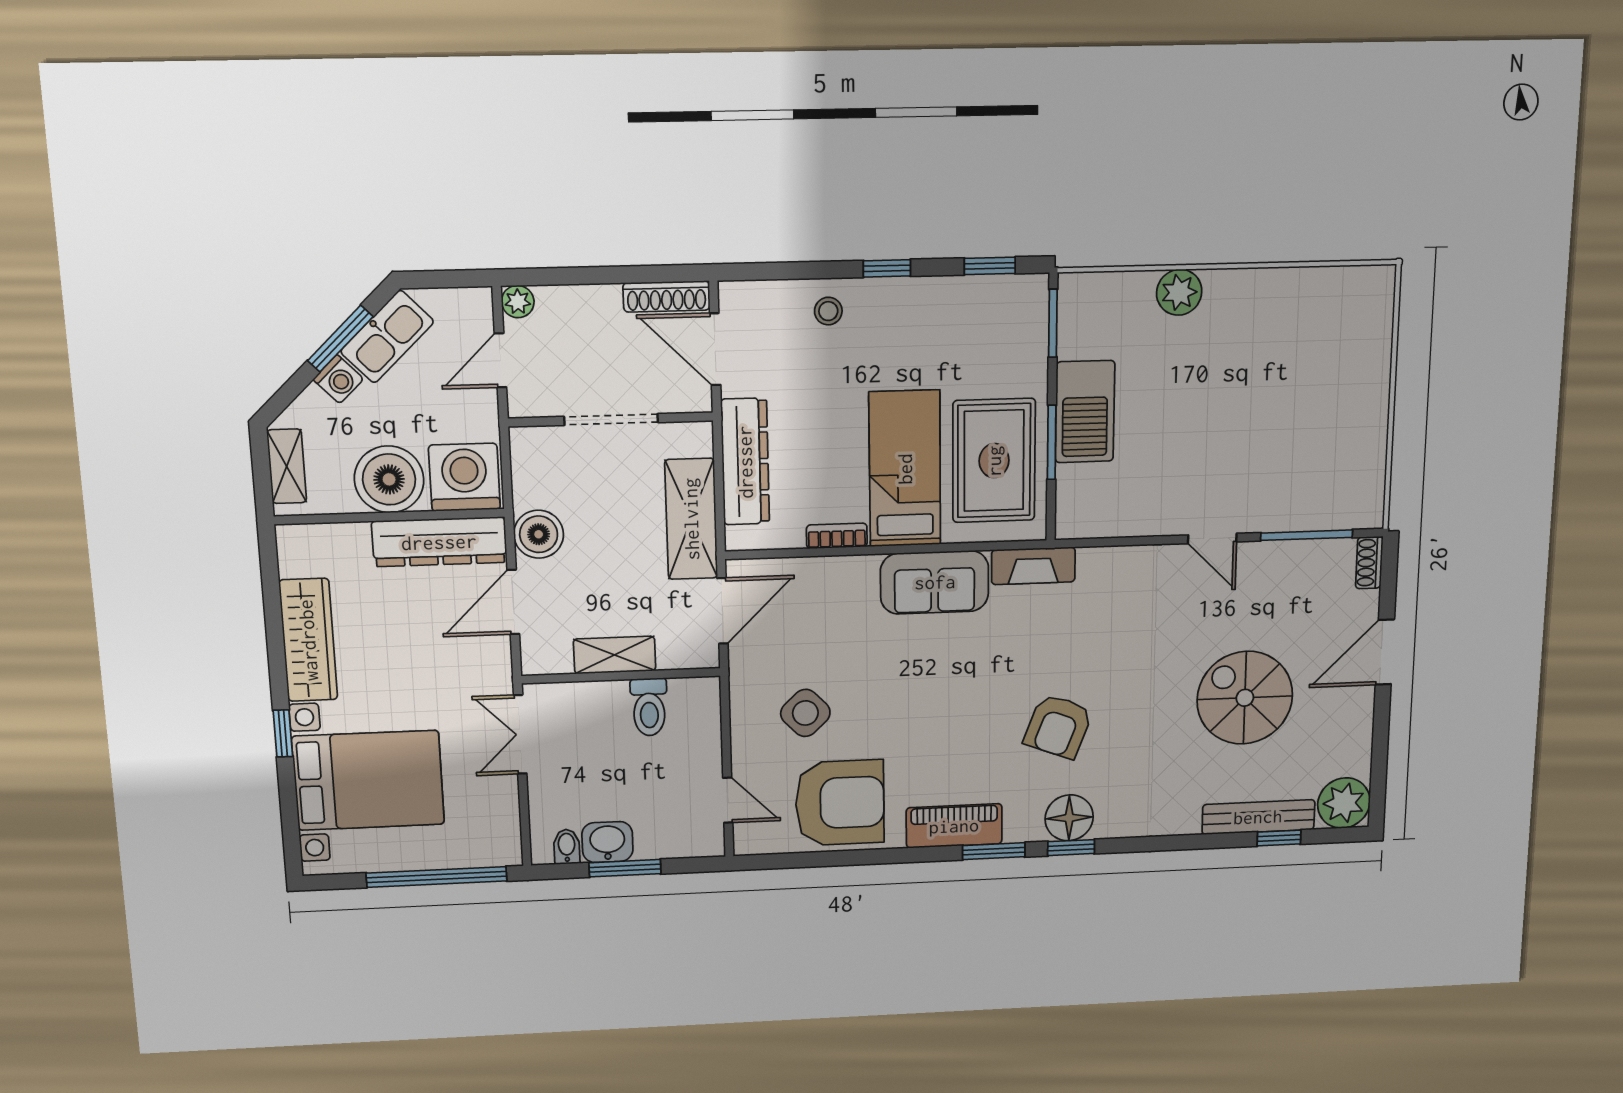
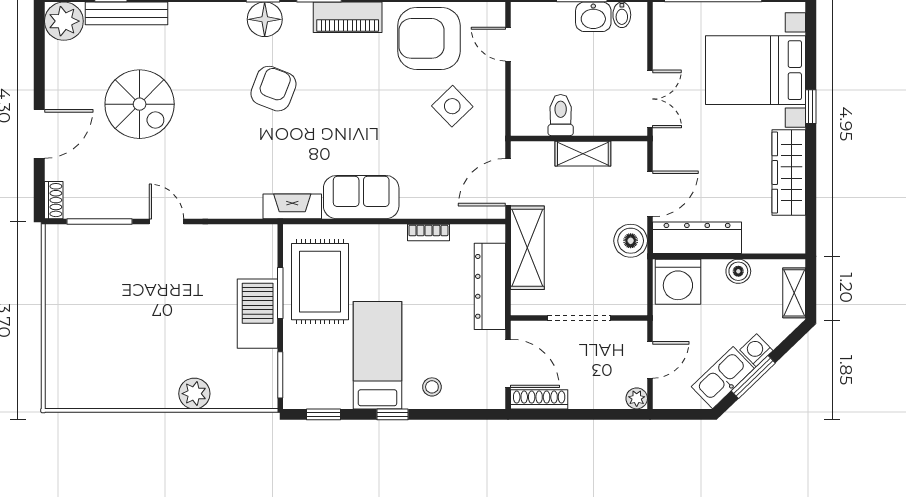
bed: (905, 469) -> (377, 355), moved, turned 180
boiler: (389, 479) -> (738, 271), width x0.54, depth x0.54

